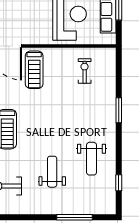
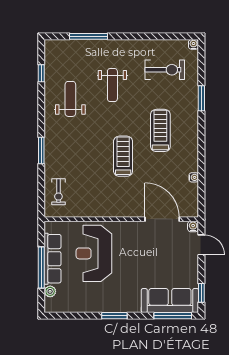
treadmill: (34, 70) -> (123, 156), moved
exercise bike: (85, 71) -> (58, 192), moved

